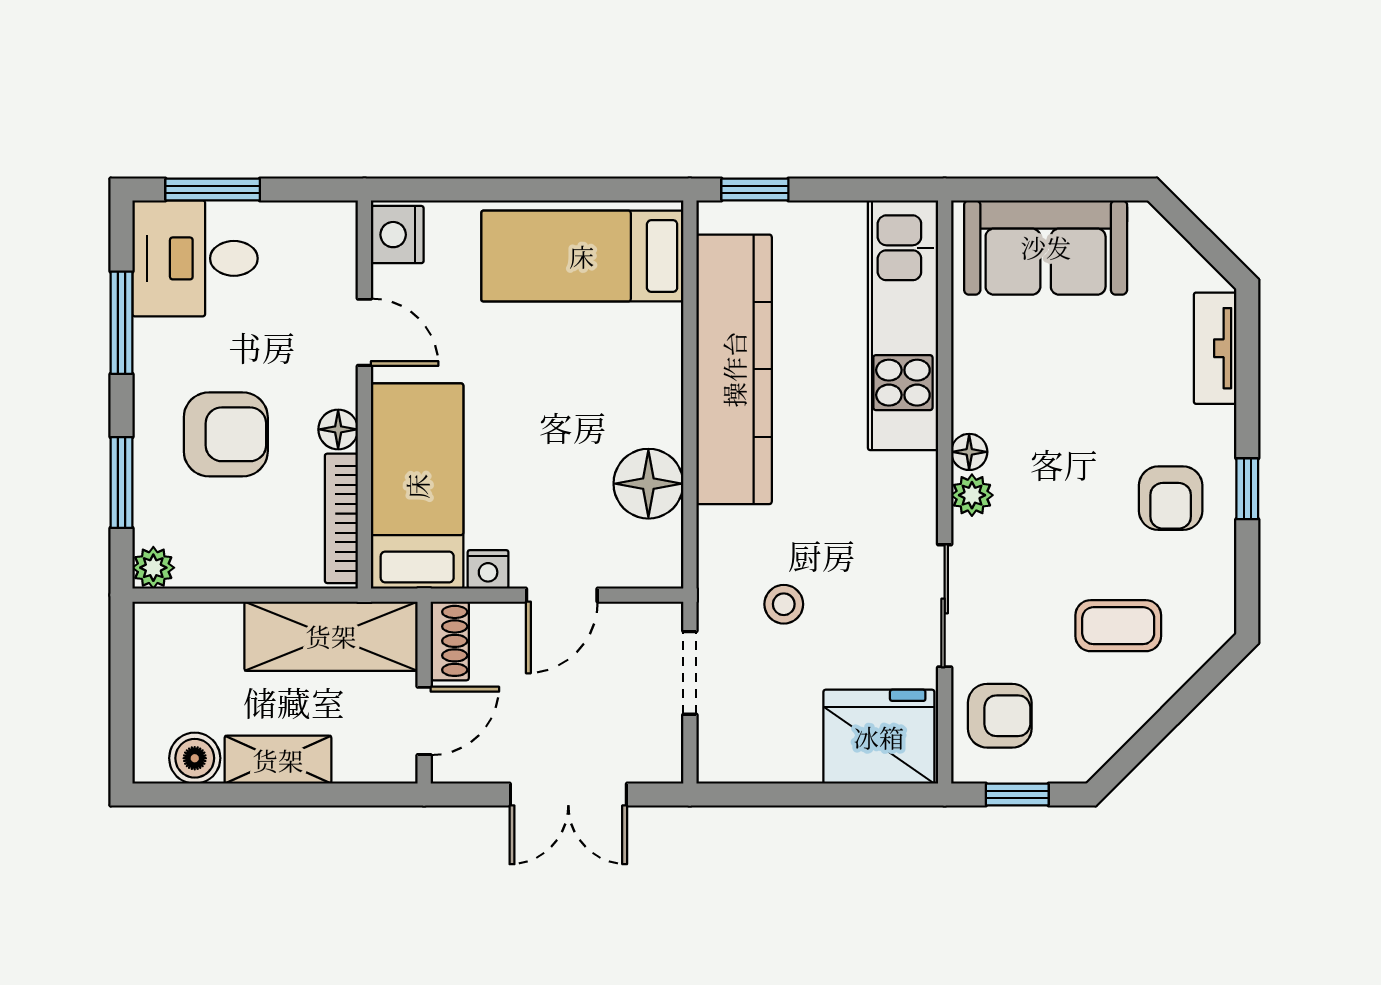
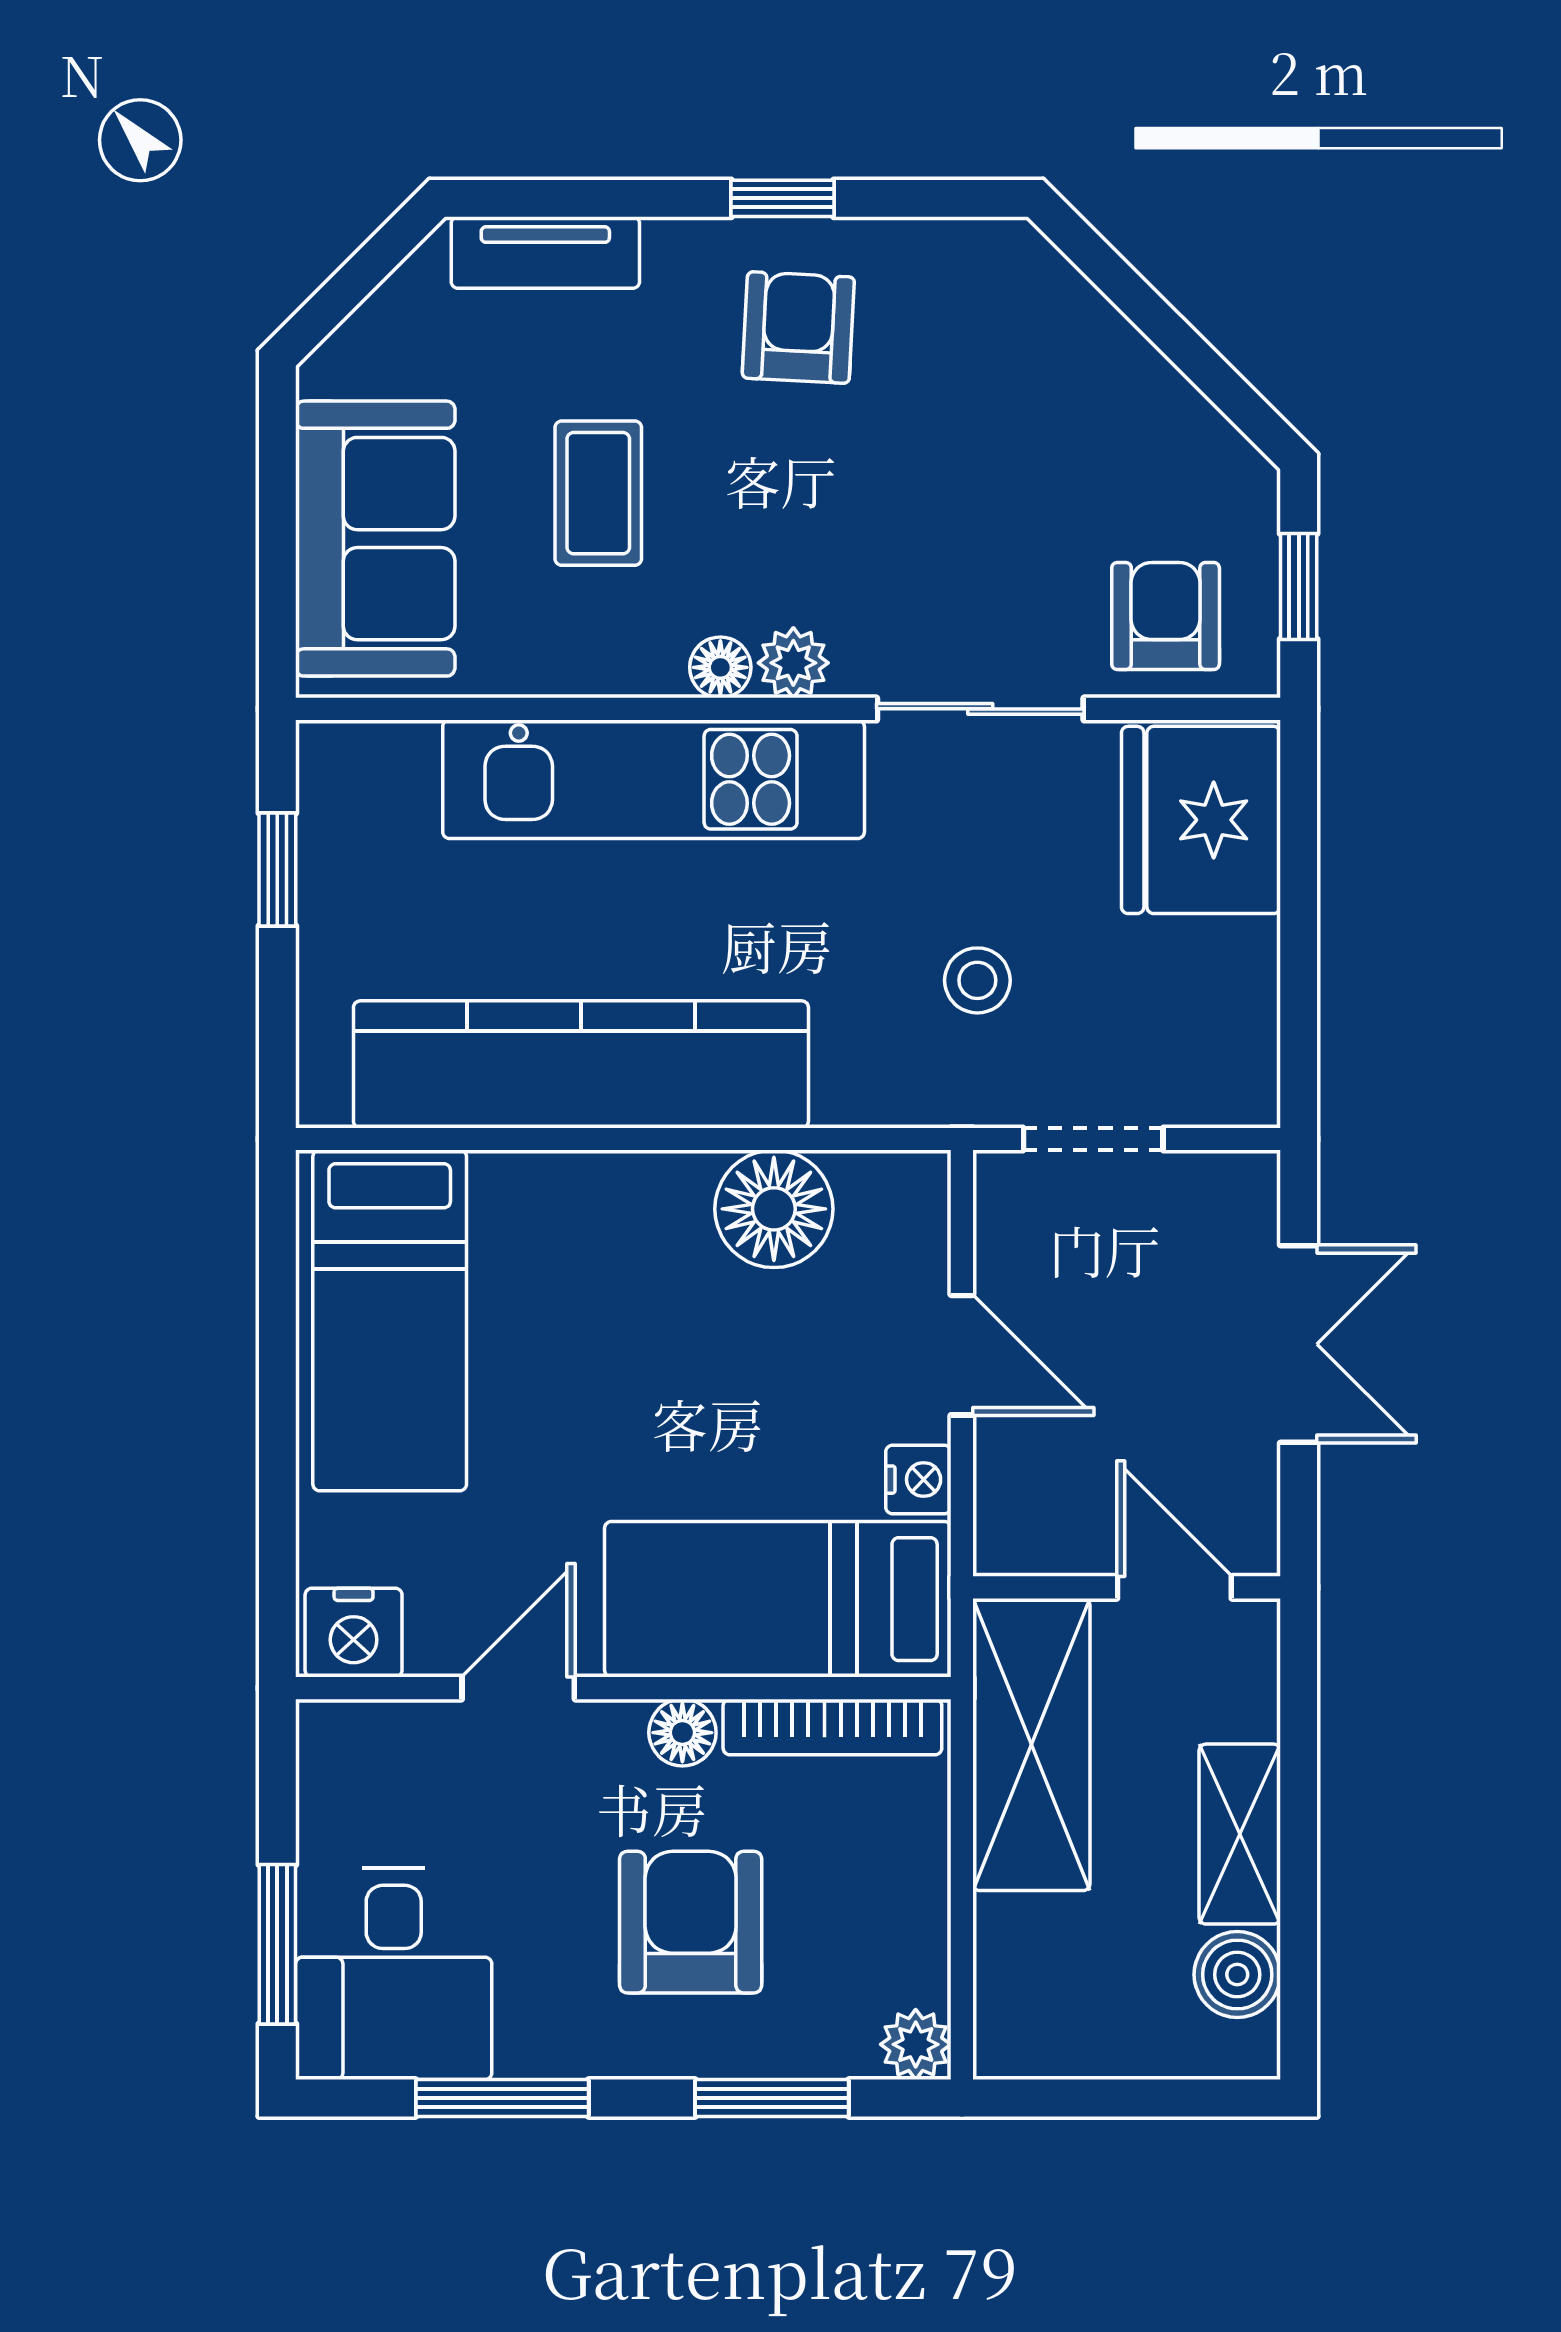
window: (755, 189) -> (277, 870), moved
kitchen unit: (903, 325) -> (654, 779), moved
armchair: (1171, 498) -> (798, 328), turned -87
coffee table: (1118, 626) -> (598, 493), moved
shoe rack: (450, 641) -> (1039, 1544), removed

